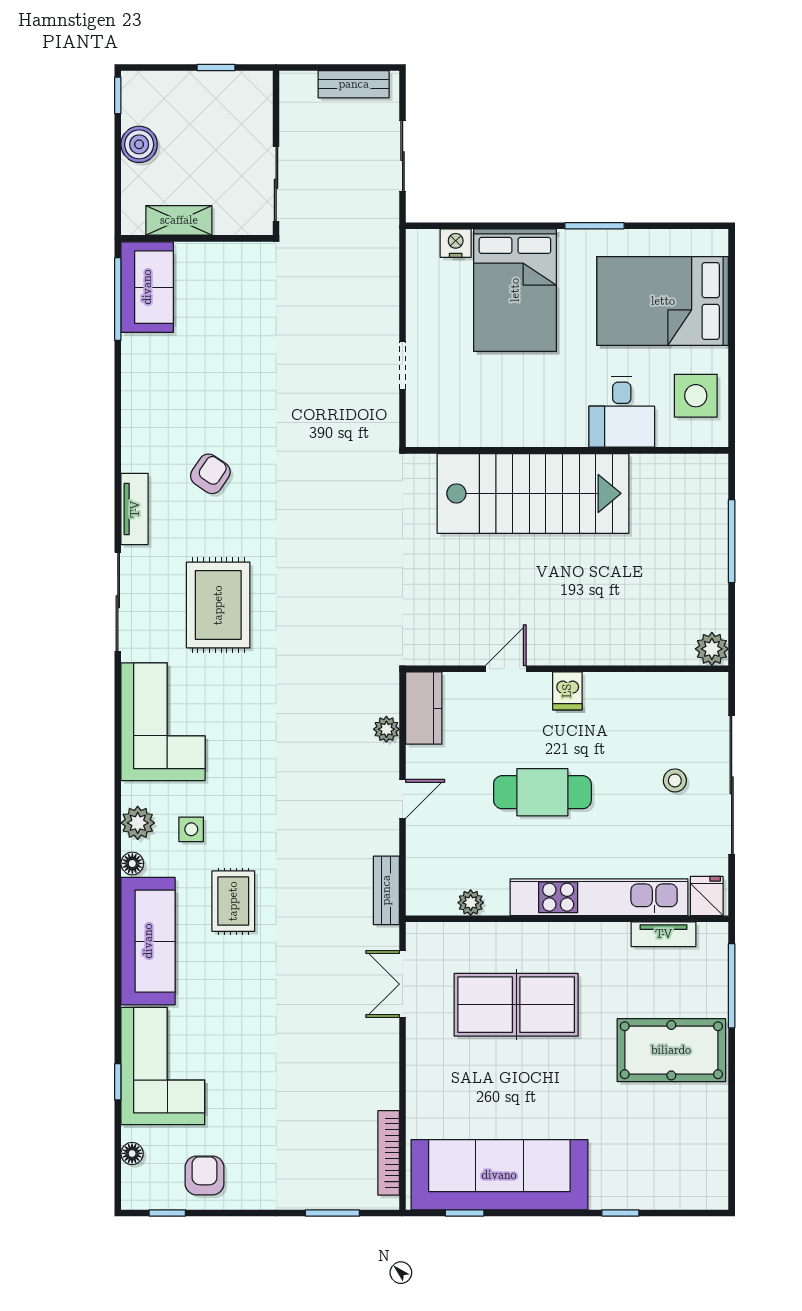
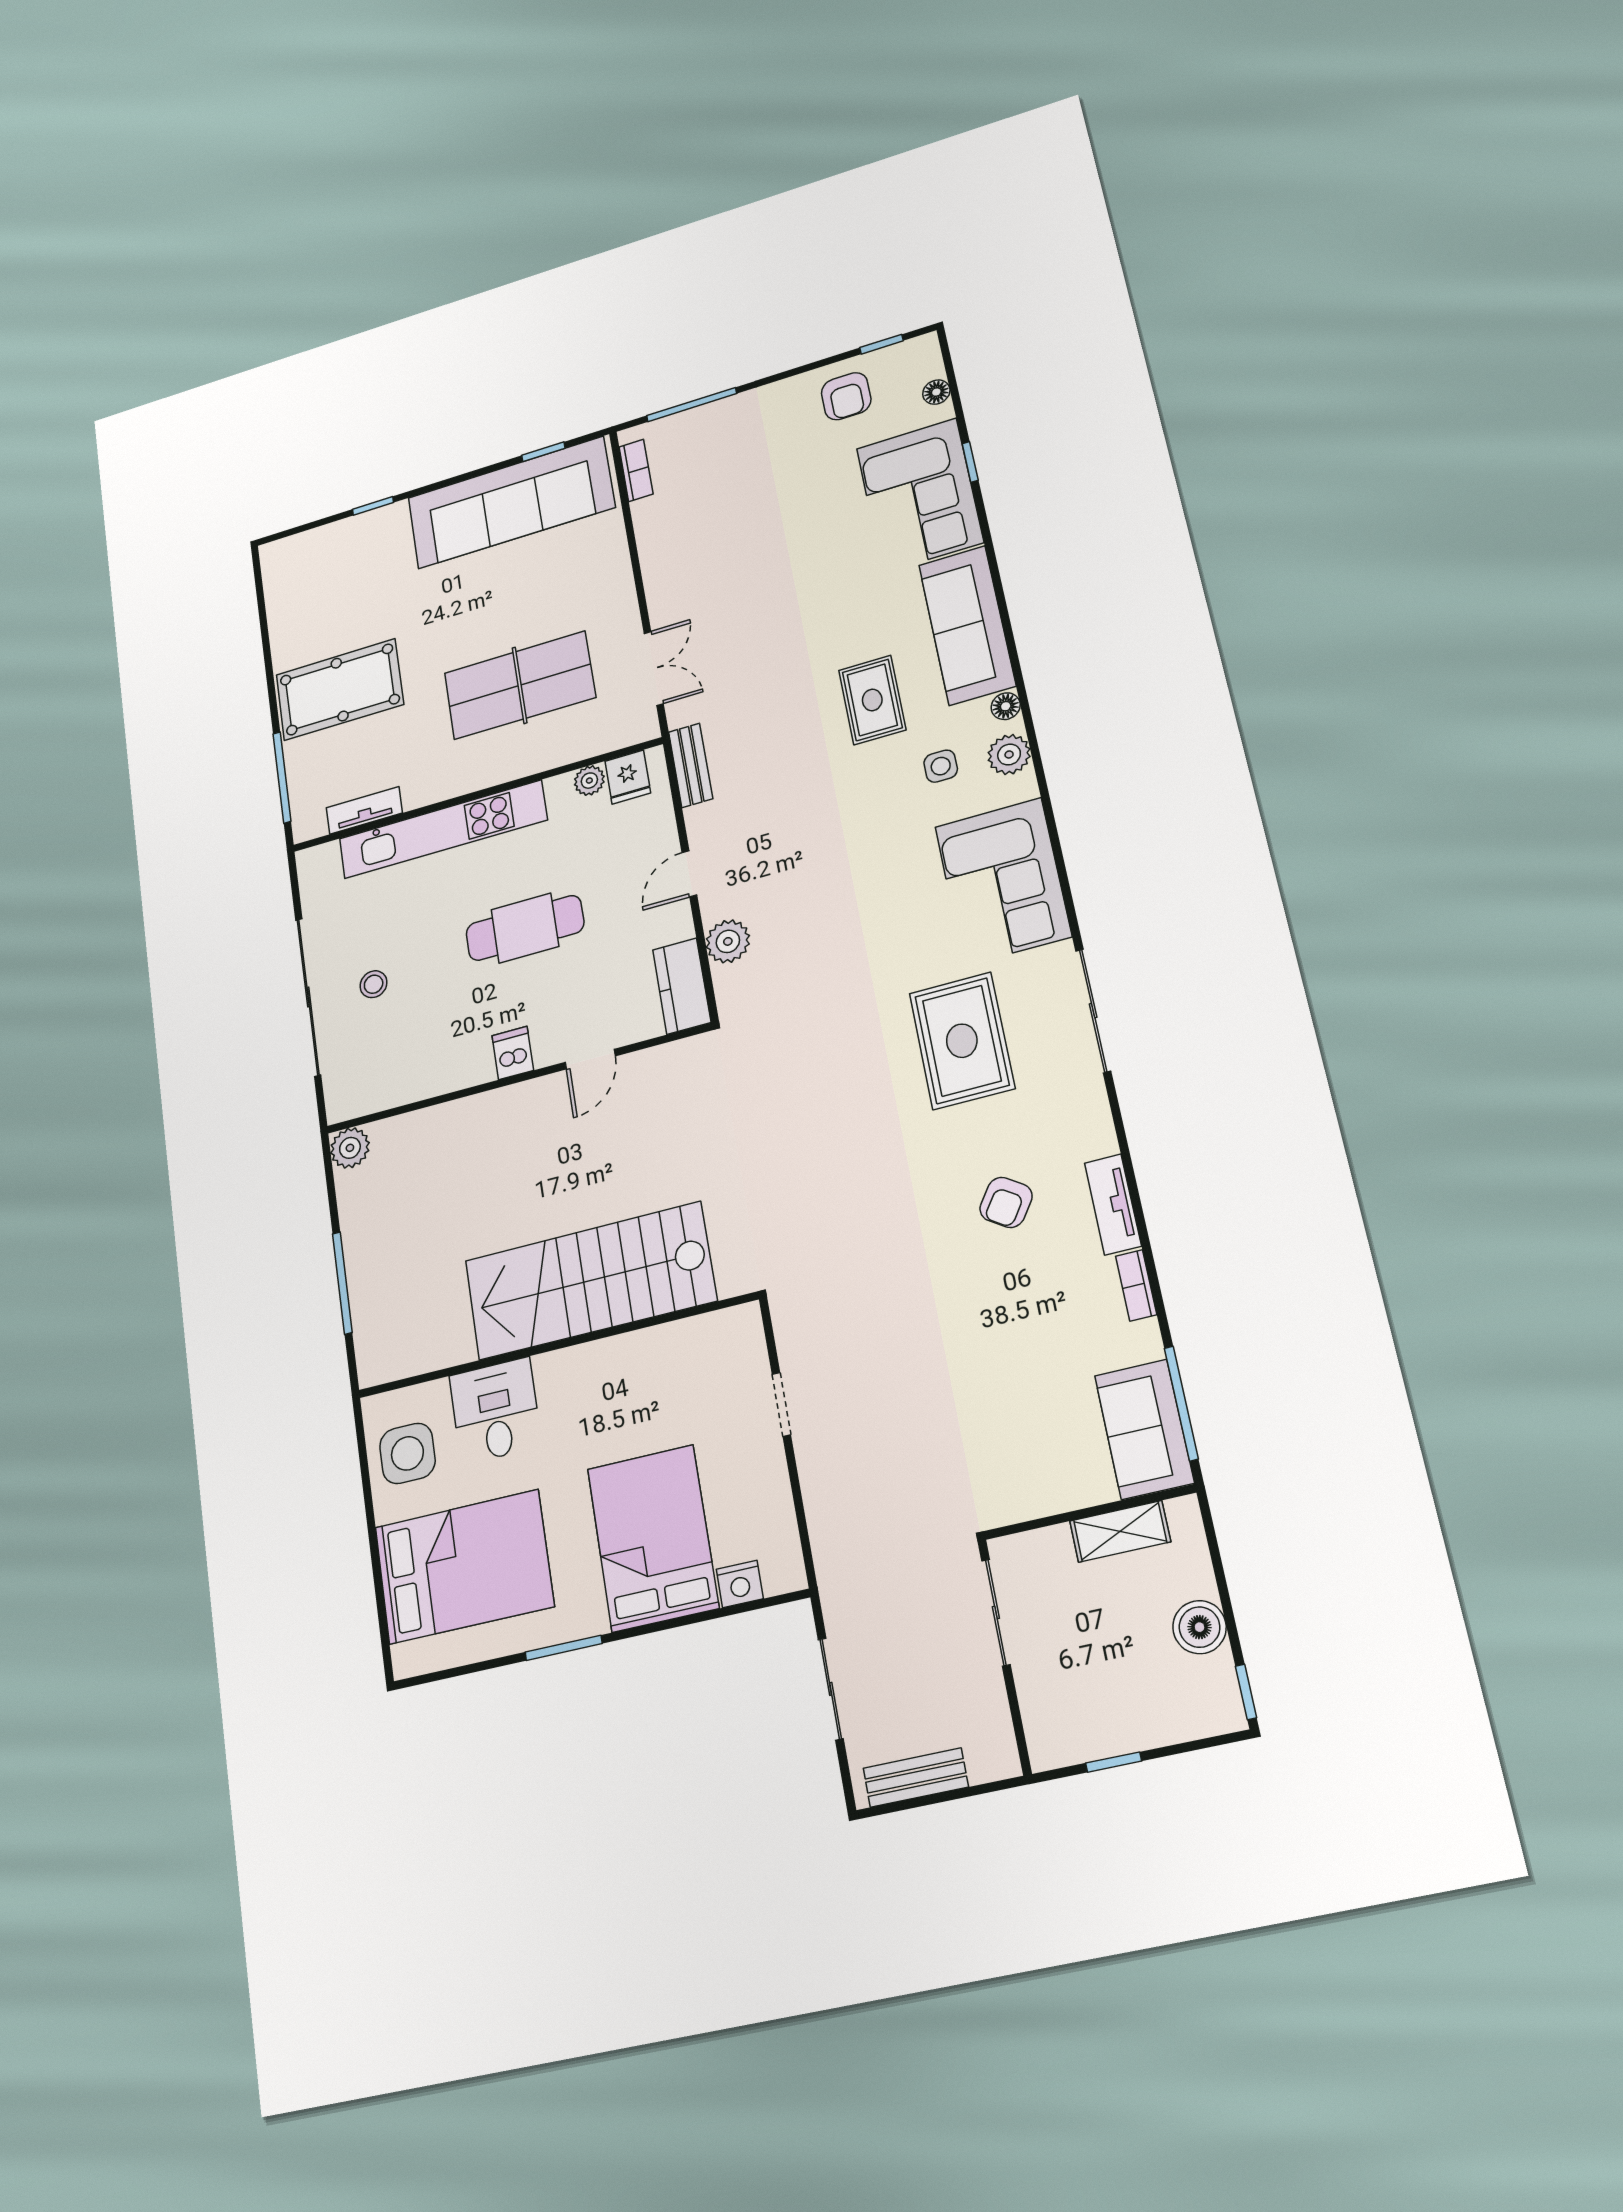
bookcase: (131, 390) -> (1136, 1285), added
tv unit: (135, 509) -> (1113, 1204), moved
plant: (386, 729) -> (728, 941), width x1.38, depth x1.38
fridge: (707, 896) -> (628, 777), moved
bookcase: (389, 1153) -> (636, 470), width x0.64
window: (332, 1213) -> (692, 405), width x1.44

